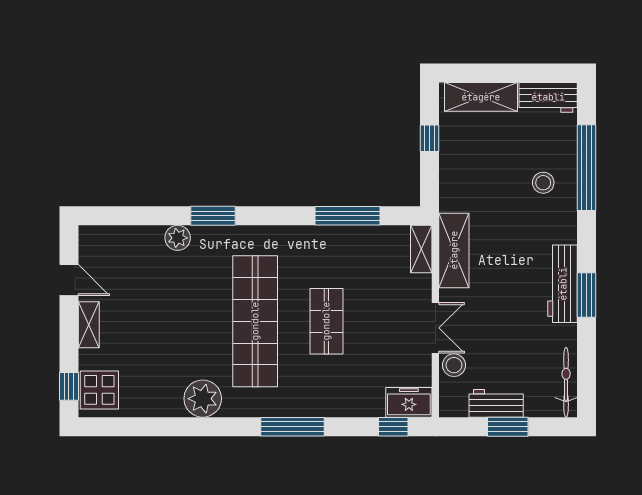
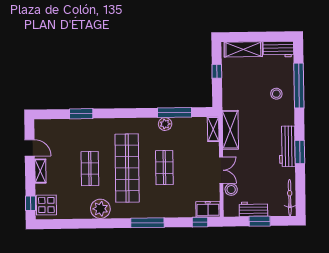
window: (213, 216) -> (81, 114), moved
plant: (178, 238) -> (165, 124), moved
shop shelf: (184, 321) -> (90, 169), added

